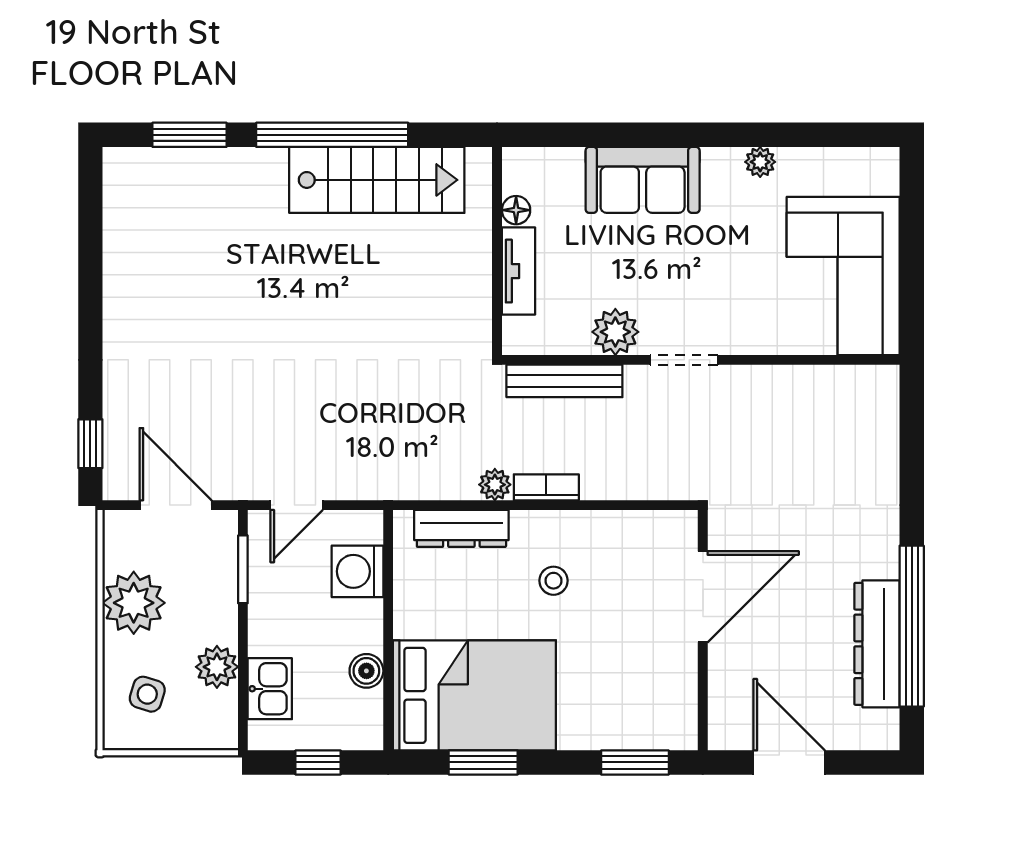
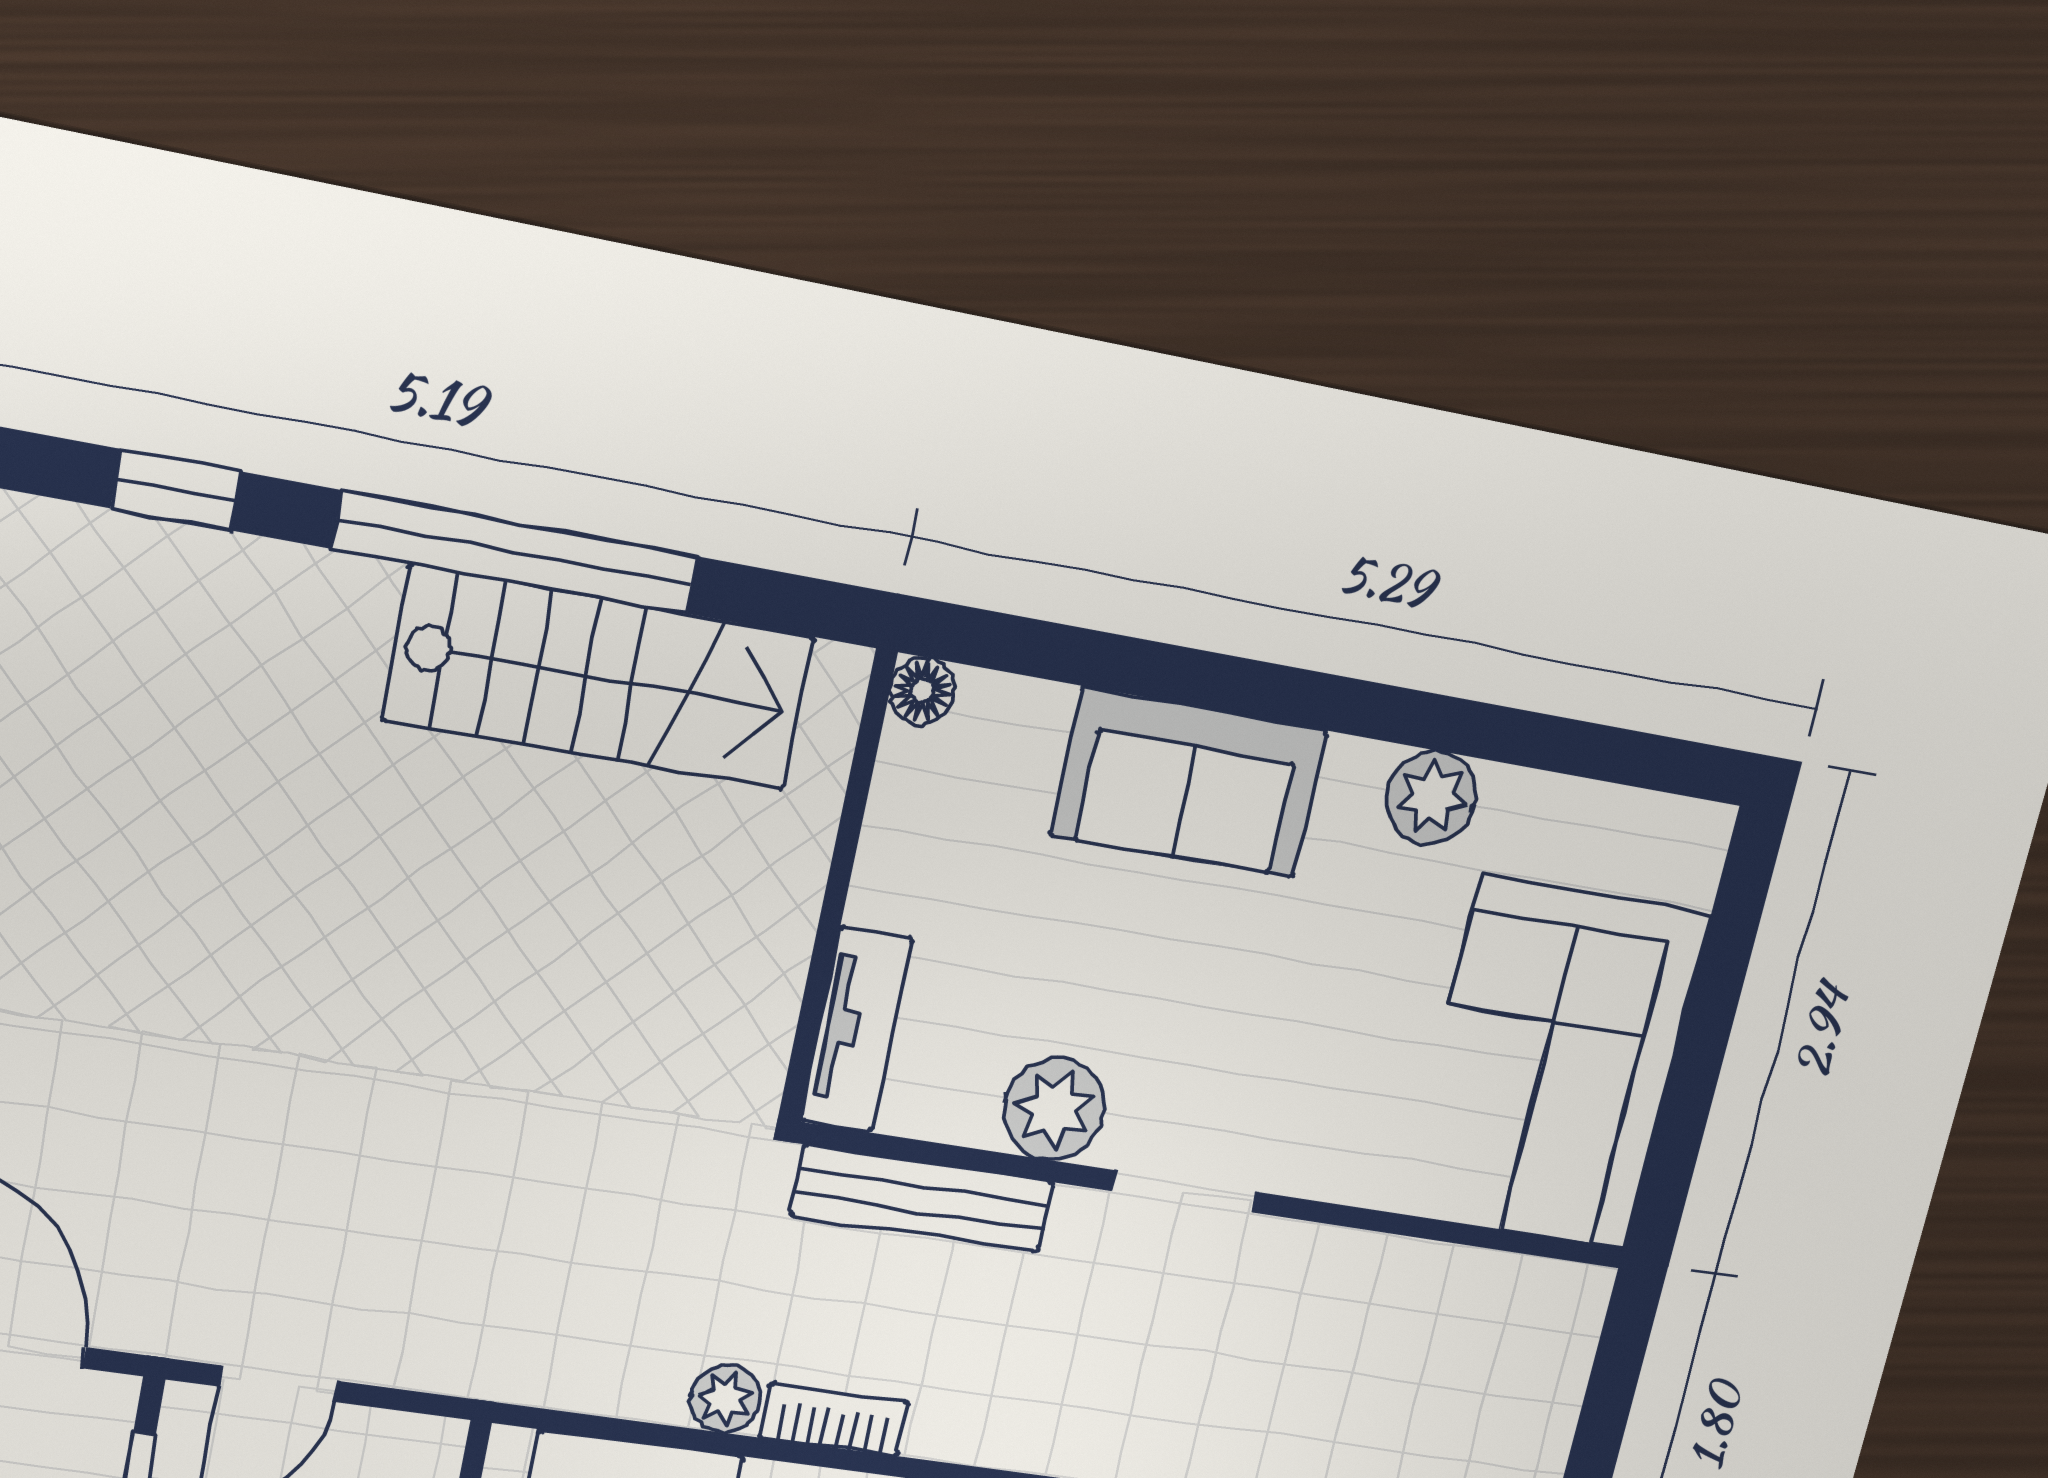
window: (189, 135) -> (176, 490), width x0.67
plant: (760, 162) -> (1431, 798), width x1.38, depth x1.38
floor lamp: (516, 210) -> (922, 691), moved
tv unit: (518, 271) -> (856, 1029), moved

